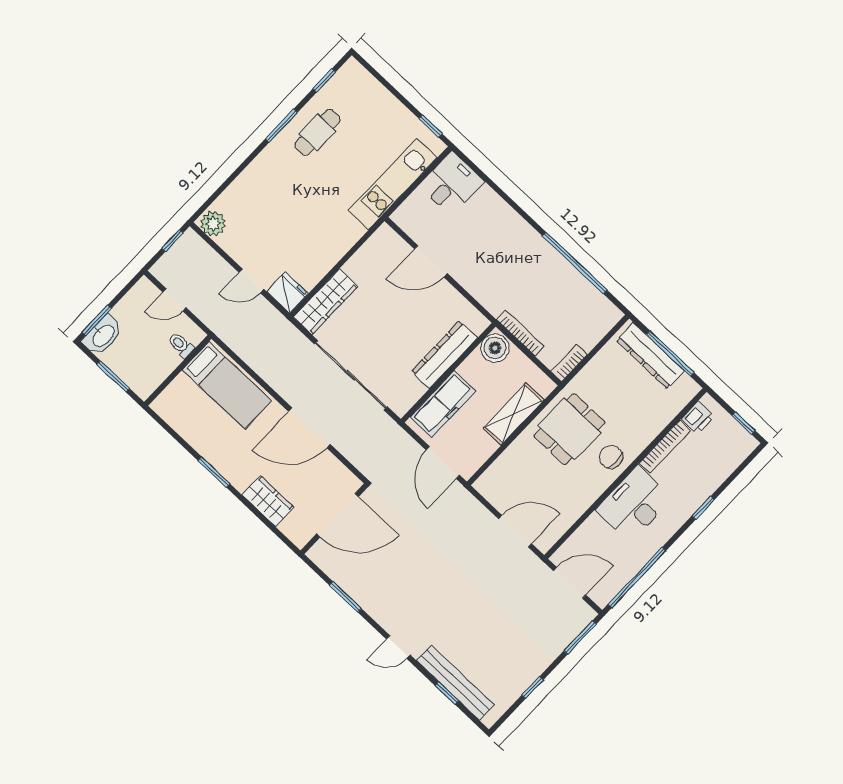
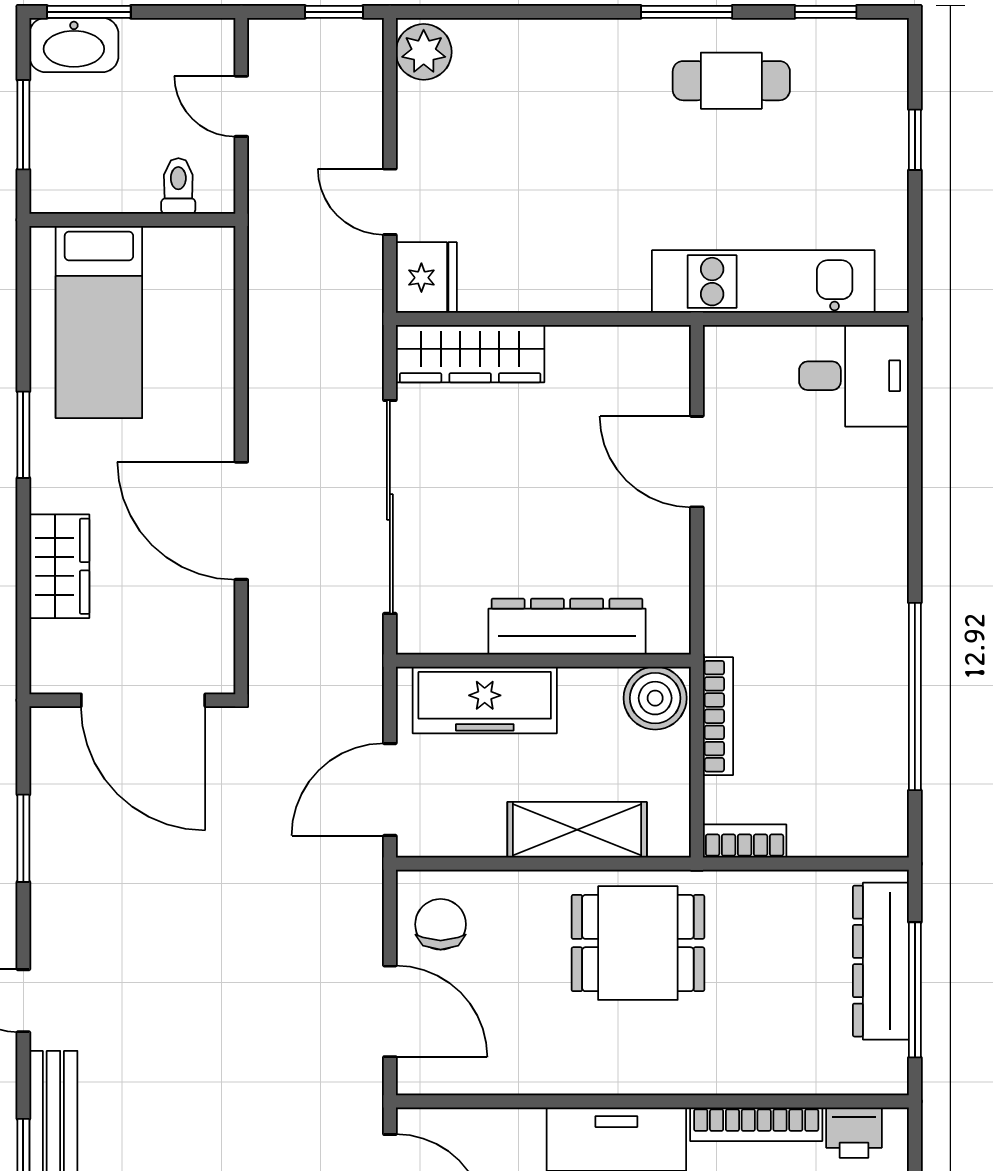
window: (431, 126) -> (915, 140), moved
bed: (227, 385) -> (99, 322), moved
chair: (611, 457) -> (441, 924), moved

